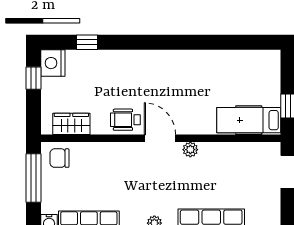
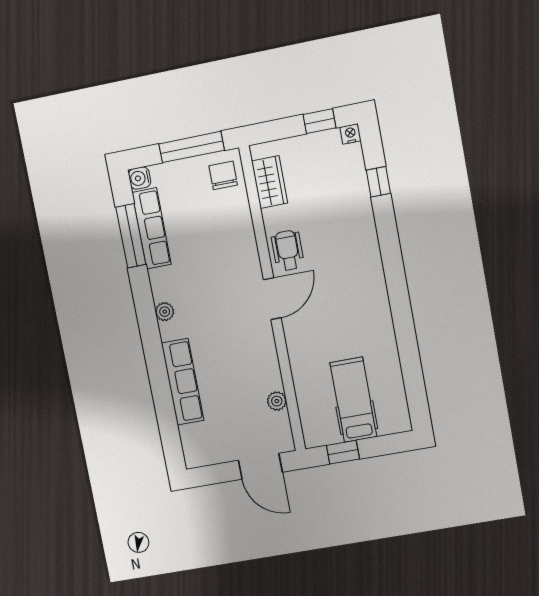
nightstand: (53, 63) -> (350, 134), width x0.53, depth x0.56
hospital bed: (249, 120) -> (353, 400), moved
plant: (190, 150) -> (277, 401), moved

